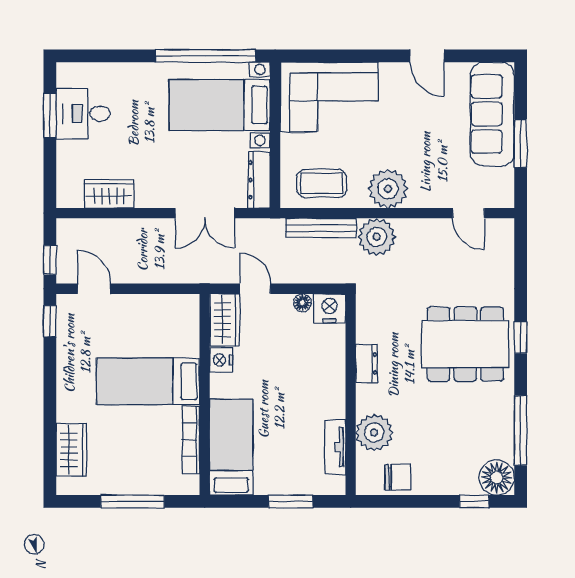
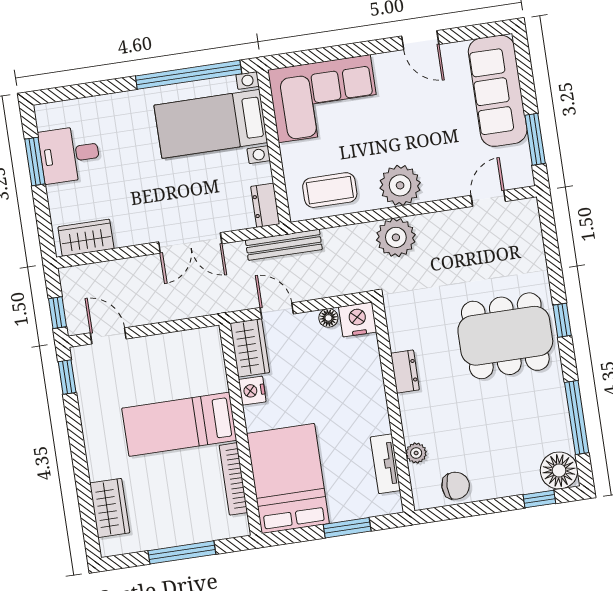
window: (521, 143) -> (535, 139), moved
dresser: (259, 180) -> (265, 205), width x0.70
wardrobe: (109, 194) -> (86, 238), moved
double door: (205, 213) -> (190, 243), moved
door: (469, 213) -> (488, 198), swing flipped
bench: (321, 228) -> (284, 245), moved
plant: (374, 433) -> (416, 453), width x0.53, depth x0.53
bed: (231, 447) -> (288, 478), width x1.50

